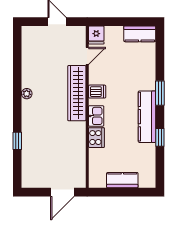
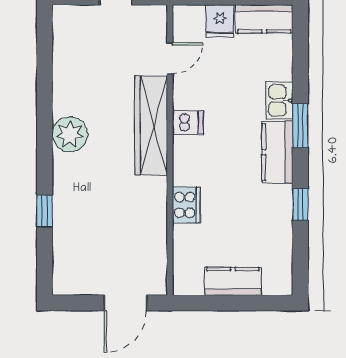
fridge: (96, 35) -> (220, 21), moved
plant: (27, 94) -> (70, 134), width x1.88, depth x1.88
kitchen sink: (96, 116) -> (279, 101), moved, turned 180
kitchen counter: (147, 117) -> (277, 152), width x0.67

